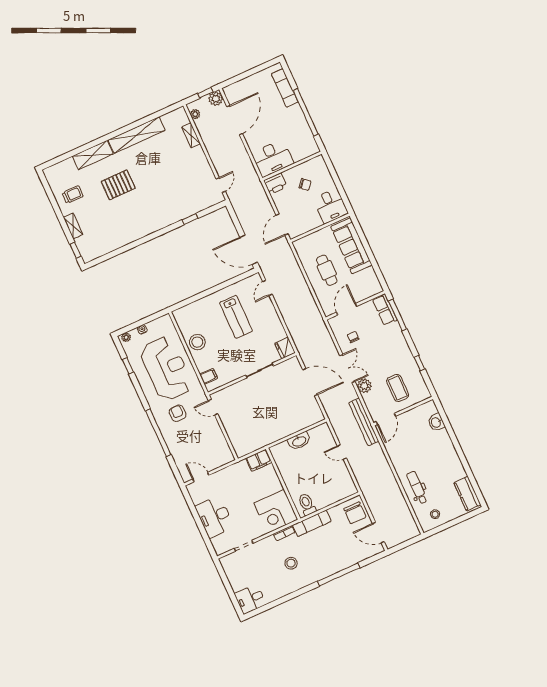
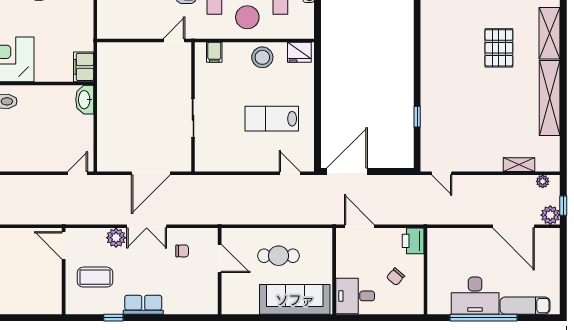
desk: (273, 158) -> (475, 296), moved, turned -90
row of seats: (385, 310) -> (143, 305), moved
window: (398, 315) -> (184, 318), removed
fridge: (285, 348) -> (299, 52), moved, turned 180
bench: (364, 422) -> (72, 217), removed
washbasin: (436, 422) -> (31, 305), removed
washbasin: (299, 441) -> (85, 100), moved
door: (342, 452) -> (78, 173), moved

